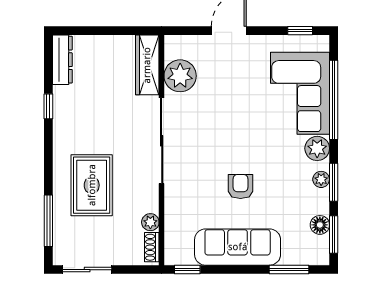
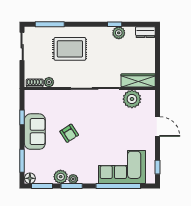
dresser: (62, 60) -> (145, 32), width x0.70
plant: (63, 99) -> (119, 33), added
plant: (317, 148) -> (61, 177), moved
armchair: (240, 187) -> (69, 133), turned 57
floor lamp: (320, 225) -> (30, 178), moved
sofa: (238, 247) -> (35, 132), width x0.73
window: (187, 270) -> (22, 117), moved

